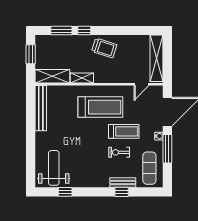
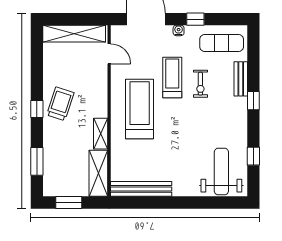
window: (84, 31) -> (37, 109), moved
window: (167, 149) -> (195, 19), width x0.46
weight bench: (54, 168) -> (221, 172), turned 90
window: (122, 192) -> (253, 101), moved

